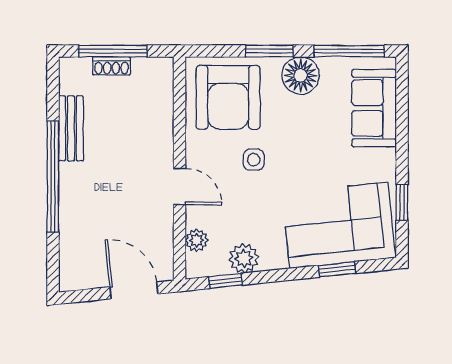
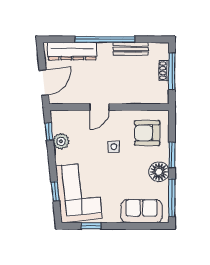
armchair: (228, 97) -> (147, 133), width x0.73, depth x0.73
dresser: (75, 238) -> (72, 51), added
plant: (197, 240) -> (71, 116), removed

